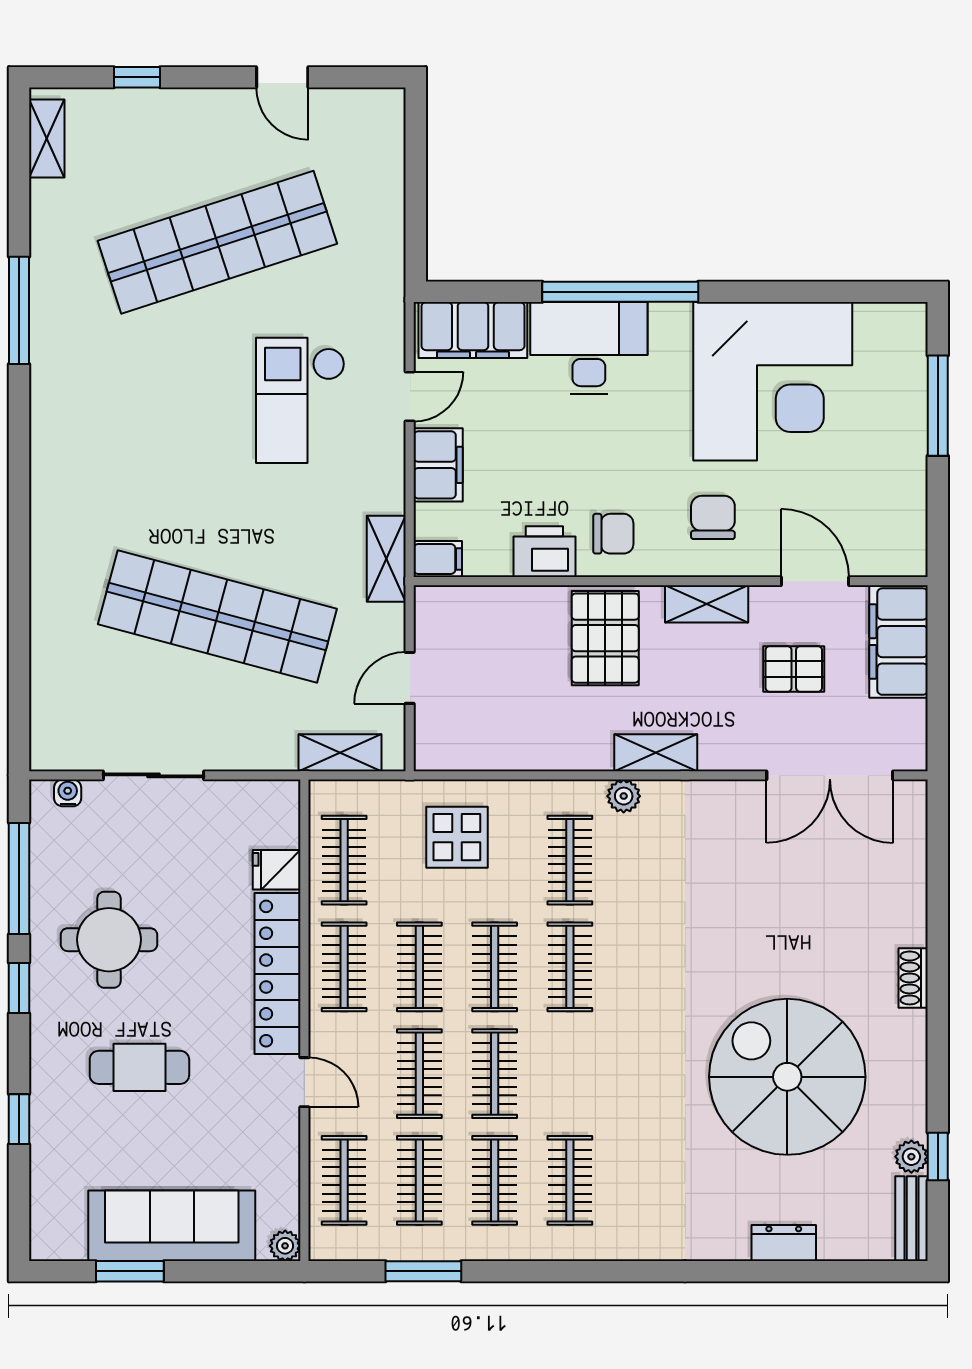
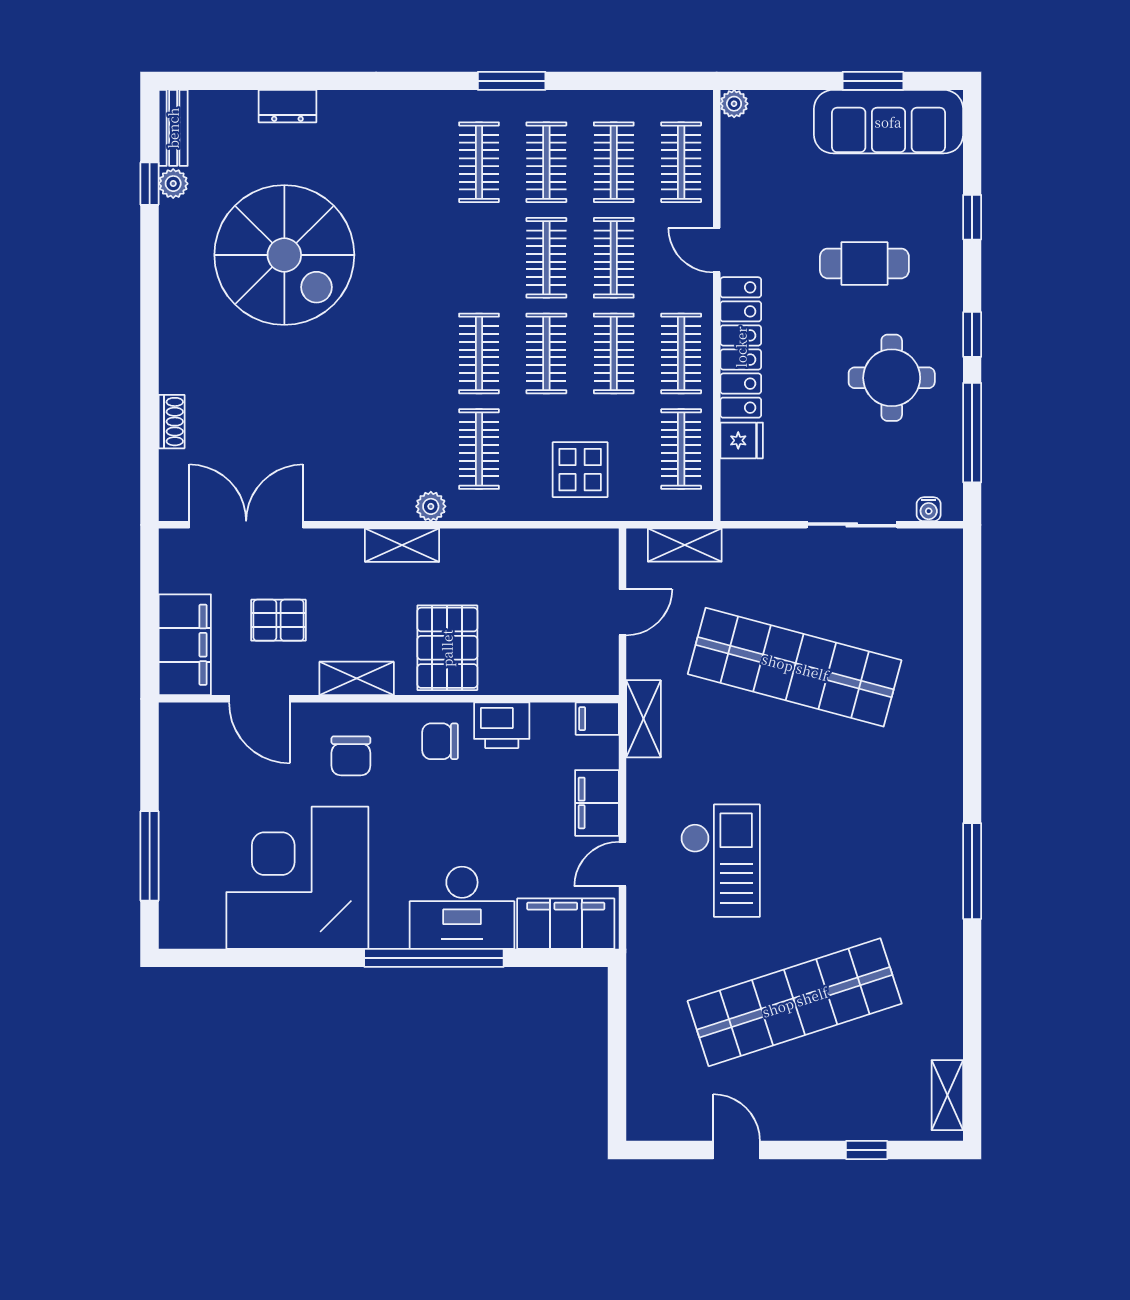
window: (19, 310) -> (972, 871), moved
shoe rack: (913, 978) -> (172, 422), moved
sofa: (172, 1226) -> (888, 122), moved
window: (423, 1271) -> (512, 81), moved

